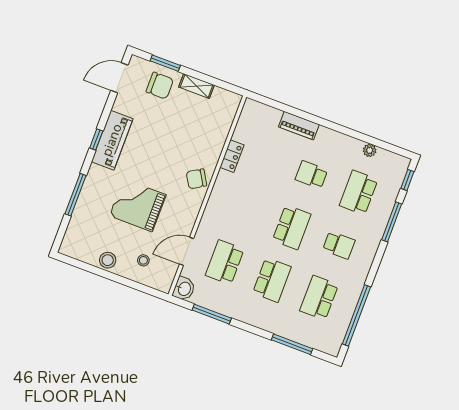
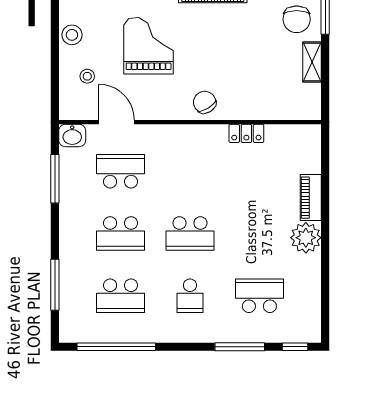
plant: (370, 150) -> (306, 238), moved, width x1.88, depth x1.88
school desk: (311, 175) -> (259, 233), removed
school desk: (319, 298) -> (121, 296), turned 180

